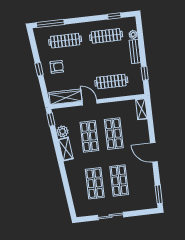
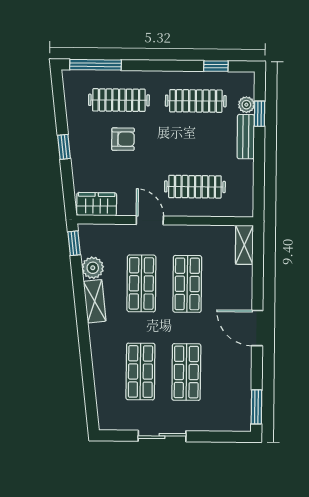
armchair: (57, 67) -> (123, 139), moved
window: (145, 73) -> (259, 114), moved
wardrobe: (66, 97) -> (97, 204), width x0.67

